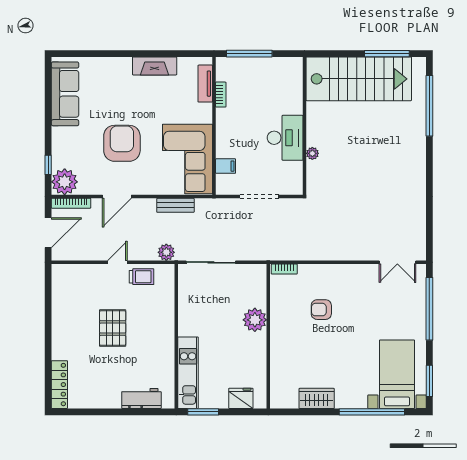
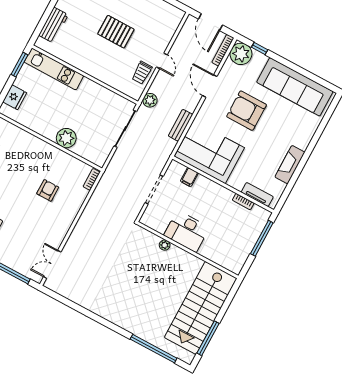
sofa: (65, 94) -> (295, 87), width x1.36, depth x1.27
armchair: (122, 143) -> (247, 111), turned 180

